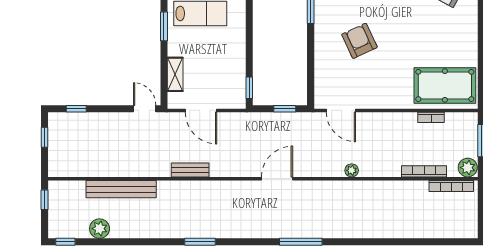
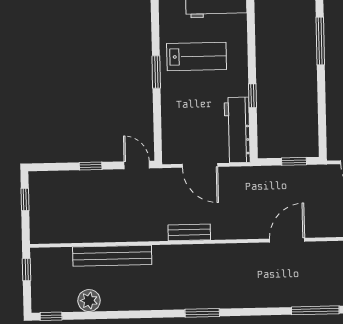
shelving: (175, 74) -> (170, 126), removed
workbench: (235, 80) -> (237, 130), added
window: (249, 88) -> (253, 96), moved
window: (76, 109) -> (91, 166), moved

